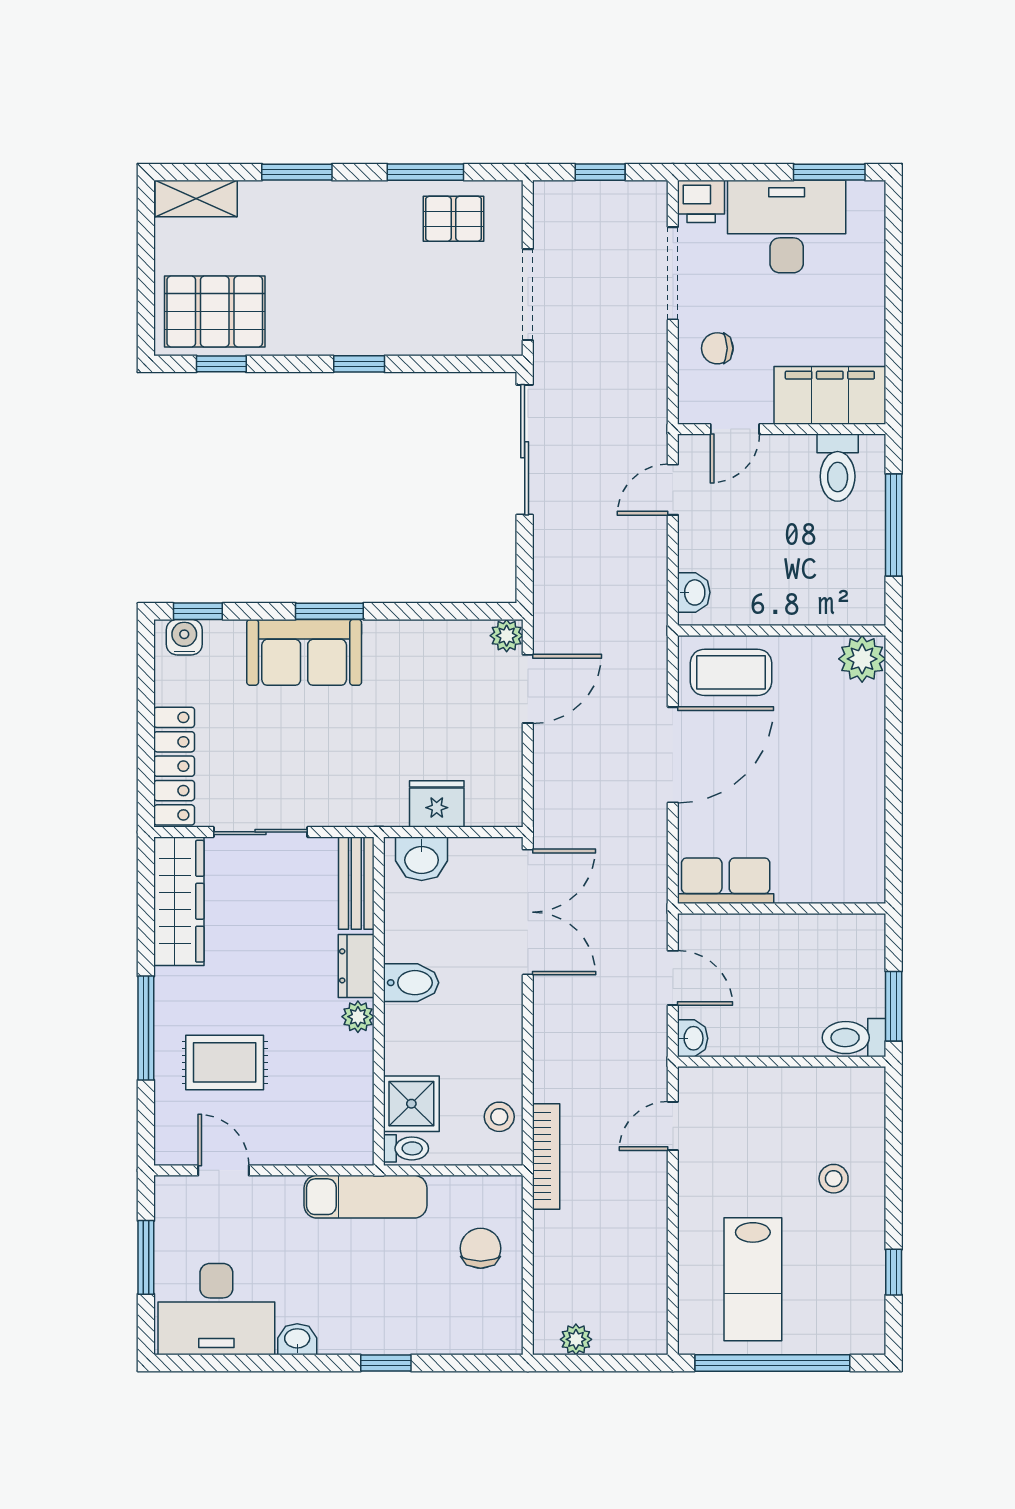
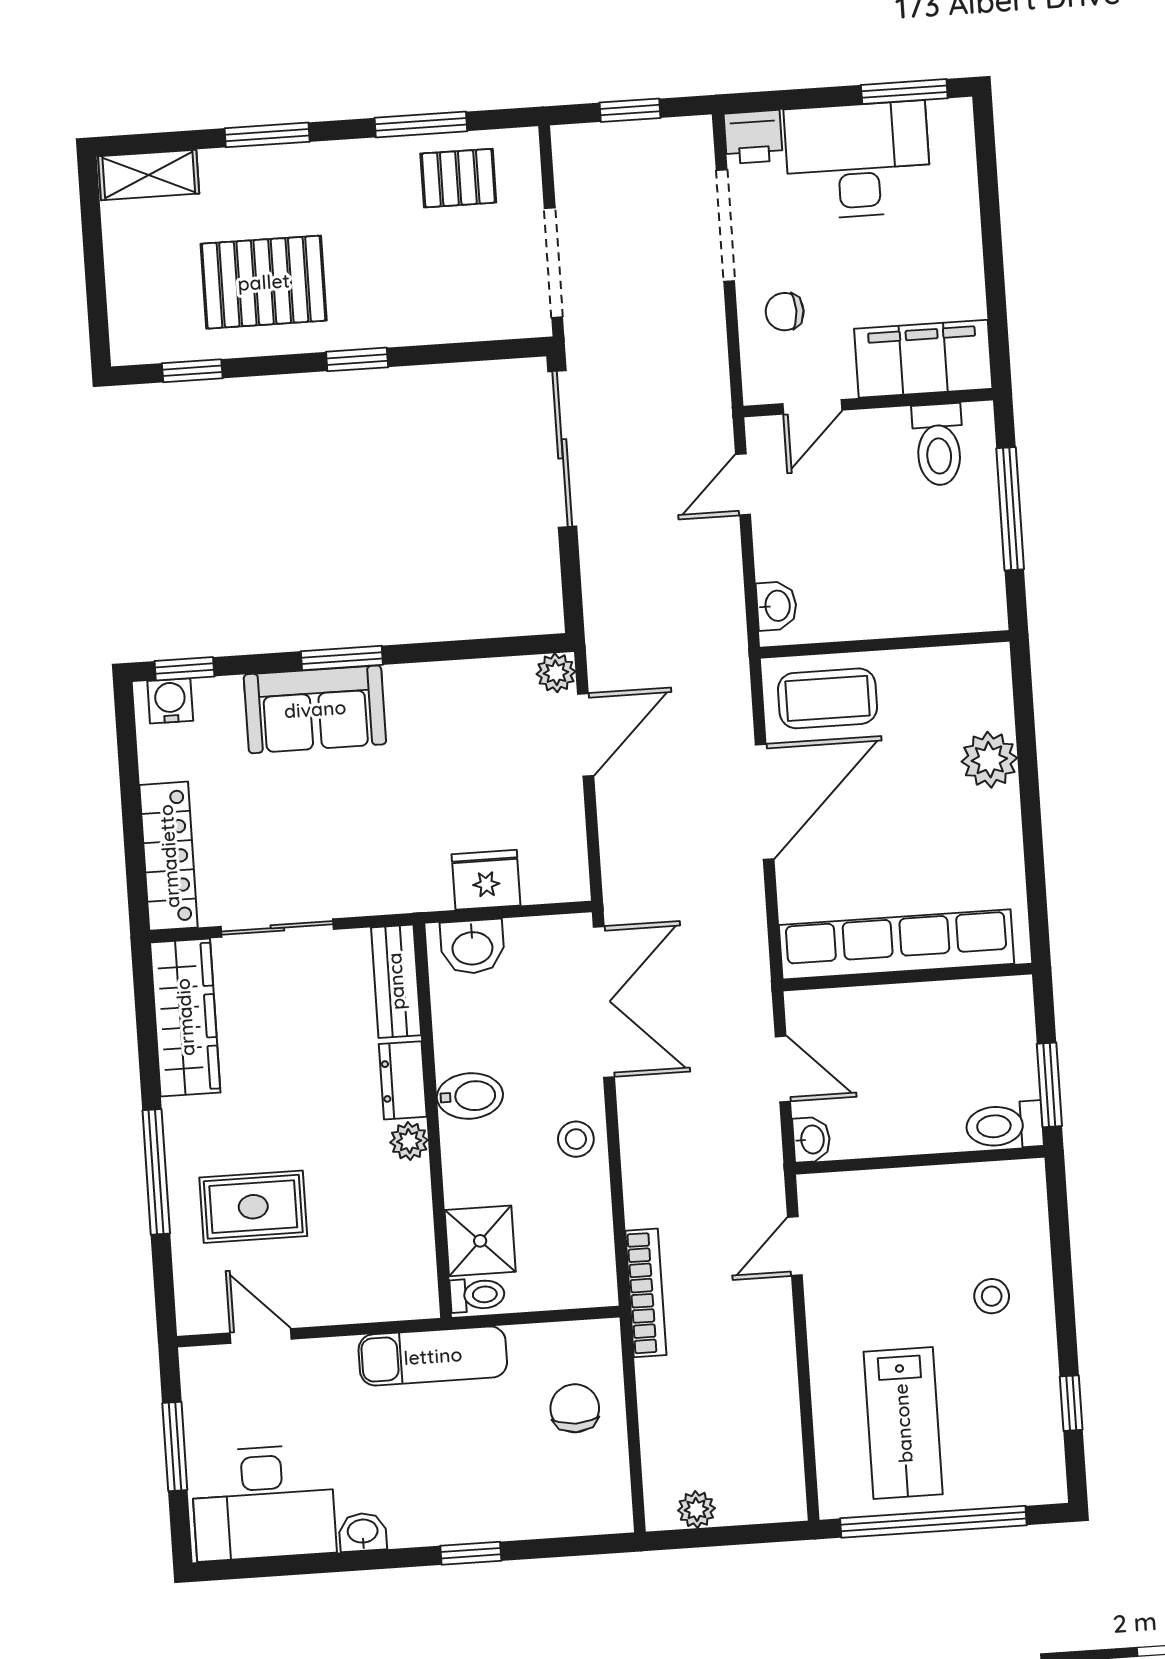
pallet: (215, 312) -> (264, 282), moved
plant: (862, 659) -> (989, 760), moved
row of seats: (726, 881) -> (896, 944), width x2.02
stool: (499, 1117) -> (576, 1139), moved

